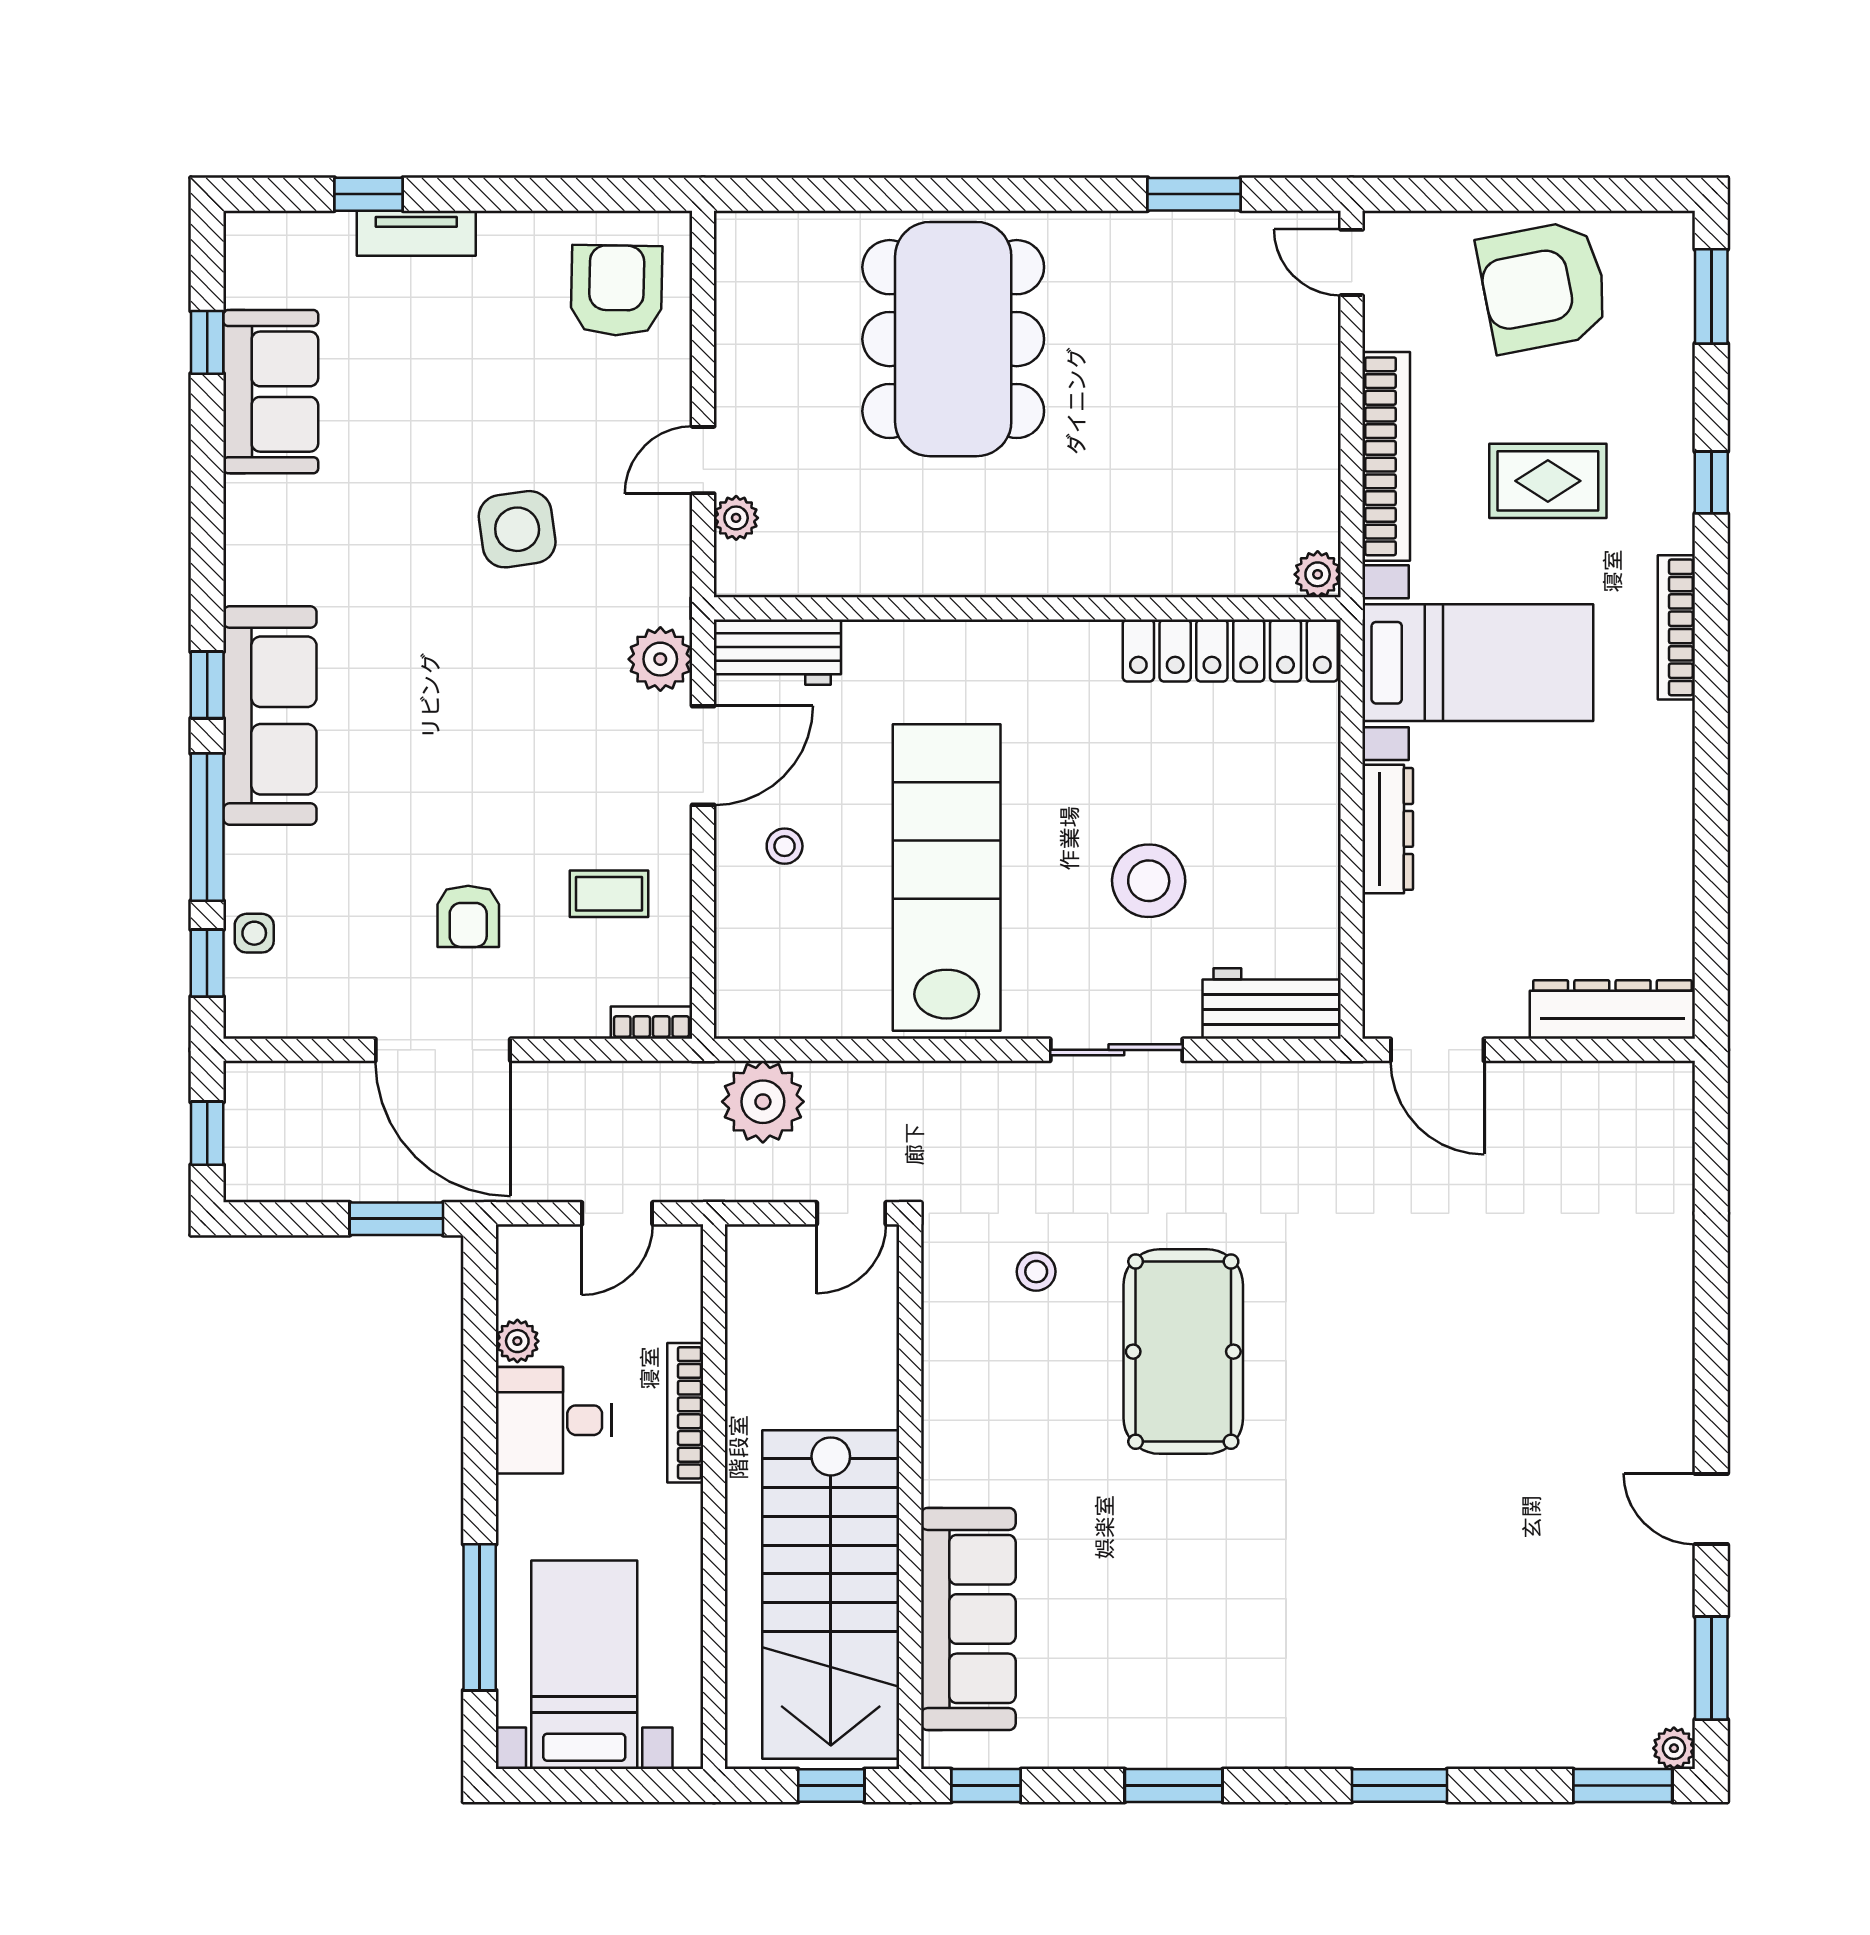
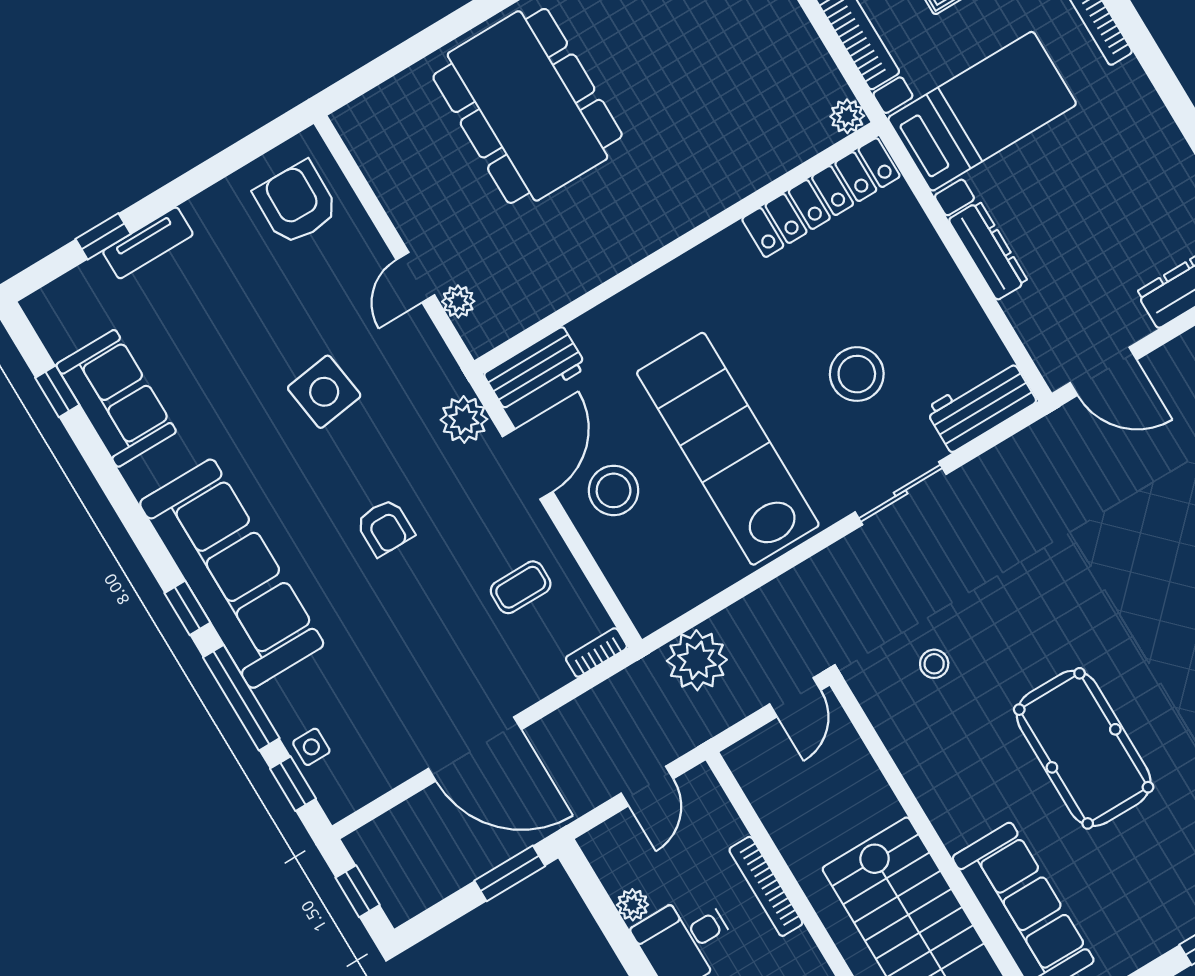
sofa: (270, 716) -> (232, 574), width x1.36, depth x1.27
stool: (785, 846) -> (614, 490), width x1.89, depth x1.89
armchair: (468, 916) -> (385, 527), moved
pool table: (1183, 1352) -> (1084, 748), moved

